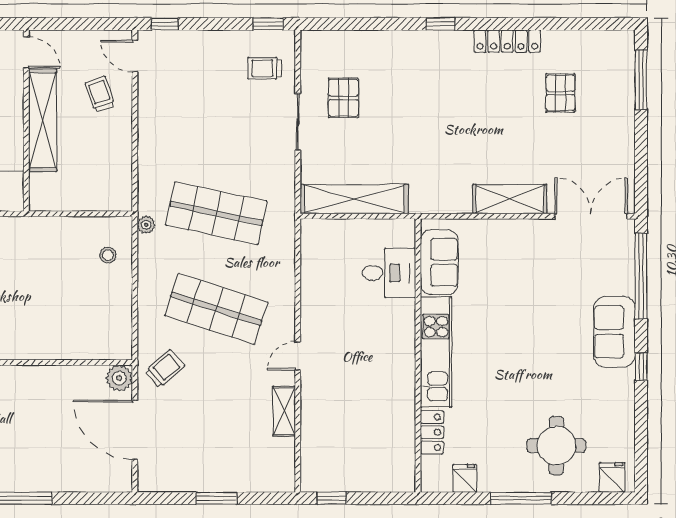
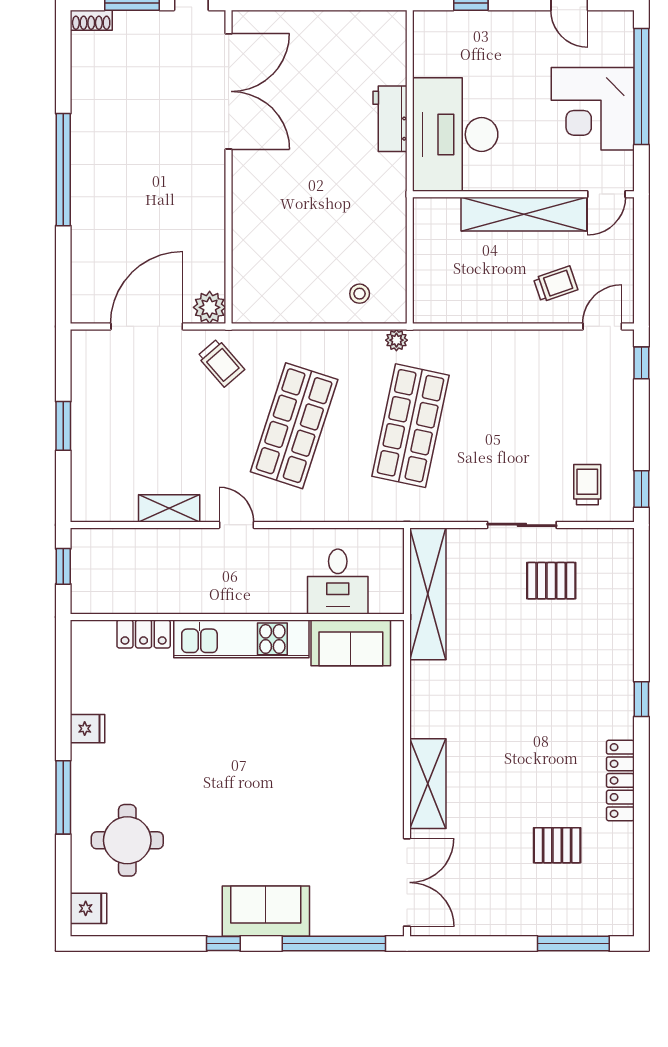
sofa: (439, 262) -> (351, 643), moved
desk: (389, 273) -> (338, 582), moved
kitchen unit: (436, 352) -> (241, 639), moved
wall: (418, 355) -> (237, 617), moved
locker: (432, 432) -> (144, 634), moved

